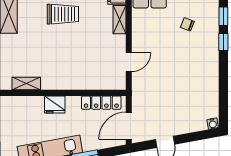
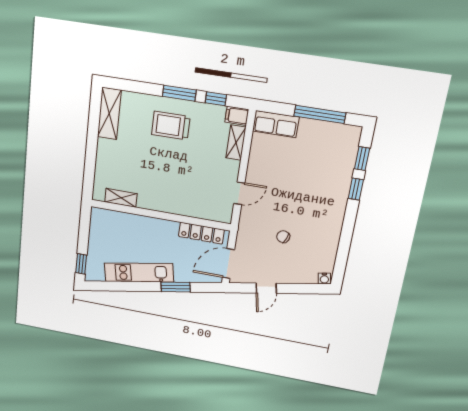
trolley: (63, 14) -> (171, 126), turned 180
chair: (187, 24) -> (283, 237), moved
fridge: (55, 105) -> (150, 226), removed

